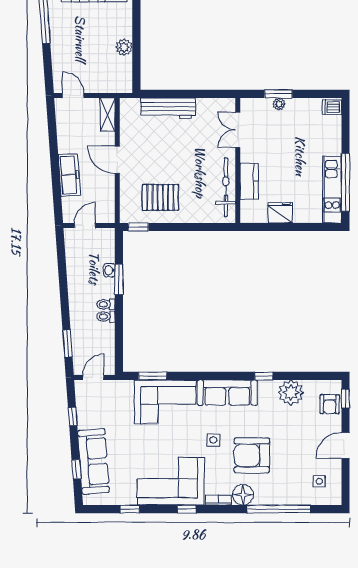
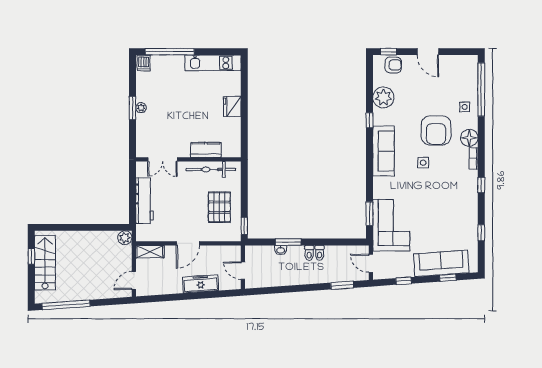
plant: (124, 47) -> (125, 238), moved
double door: (238, 130) -> (163, 159), moved
wall: (238, 160) -> (188, 159), moved
kitchen counter: (249, 181) -> (206, 150), moved
window: (346, 182) -> (170, 52), moved
bicycle: (226, 187) -> (211, 169), moved
corner sofa: (165, 402) -> (391, 225), moved
corner sofa: (171, 481) -> (458, 199), removed
side table: (319, 481) -> (465, 107), moved
window: (279, 509) -> (481, 89), moved

